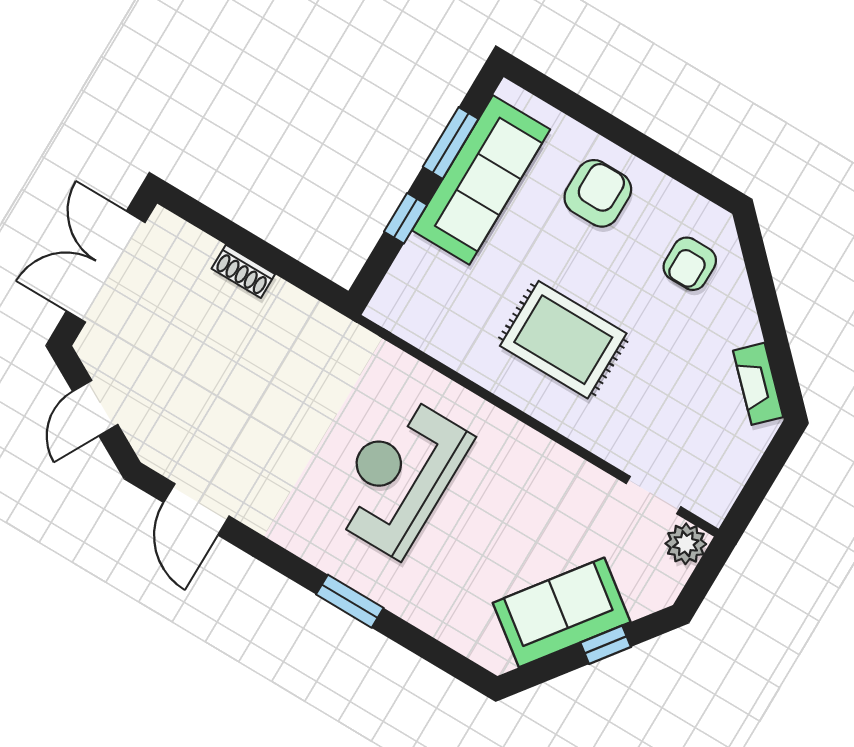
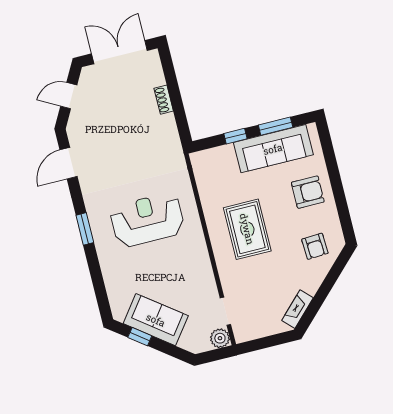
armchair: (690, 264) -> (315, 246), turned -93
window: (350, 601) -> (85, 229), moved
window: (606, 645) -> (140, 337), moved

